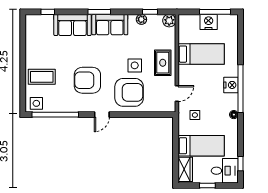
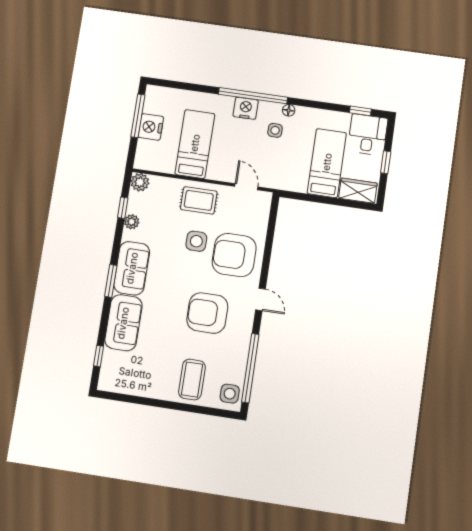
armchair: (87, 80) -> (207, 313), turned 90
armchair: (129, 92) -> (234, 255), turned -90
side table: (195, 115) -> (275, 130), moved

